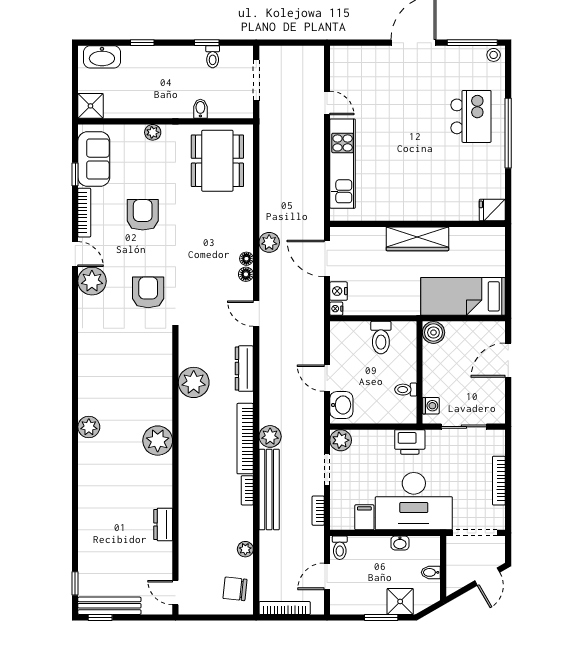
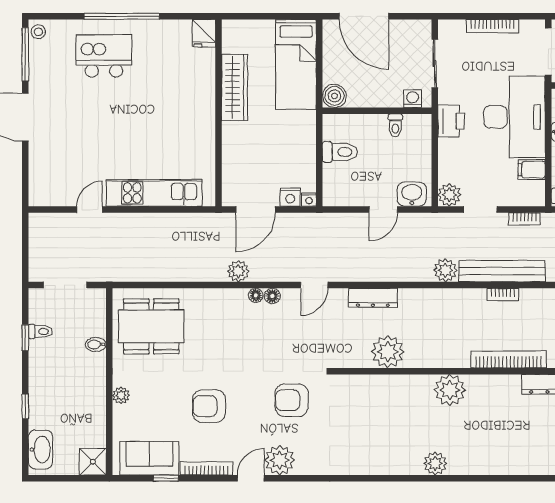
wardrobe: (417, 239) -> (235, 87), moved
door: (508, 360) -> (364, 16), width x1.36
bookcase: (245, 439) -> (509, 359), moved, turned 180

